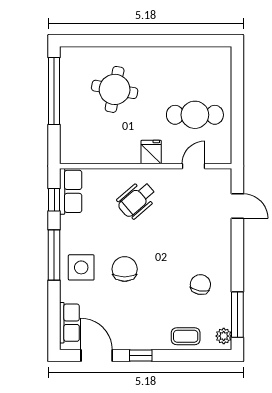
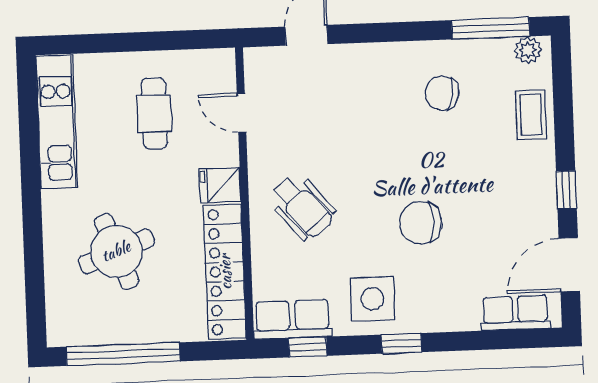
kitchen unit: (192, 57) -> (57, 122), added
round table: (115, 89) -> (116, 251), turned -32
cafe table: (195, 115) -> (154, 113), width x0.73, depth x0.74
locker: (100, 153) -> (225, 272), added
window: (54, 255) -> (401, 343), width x0.46
side table: (81, 267) -> (372, 299), moved

